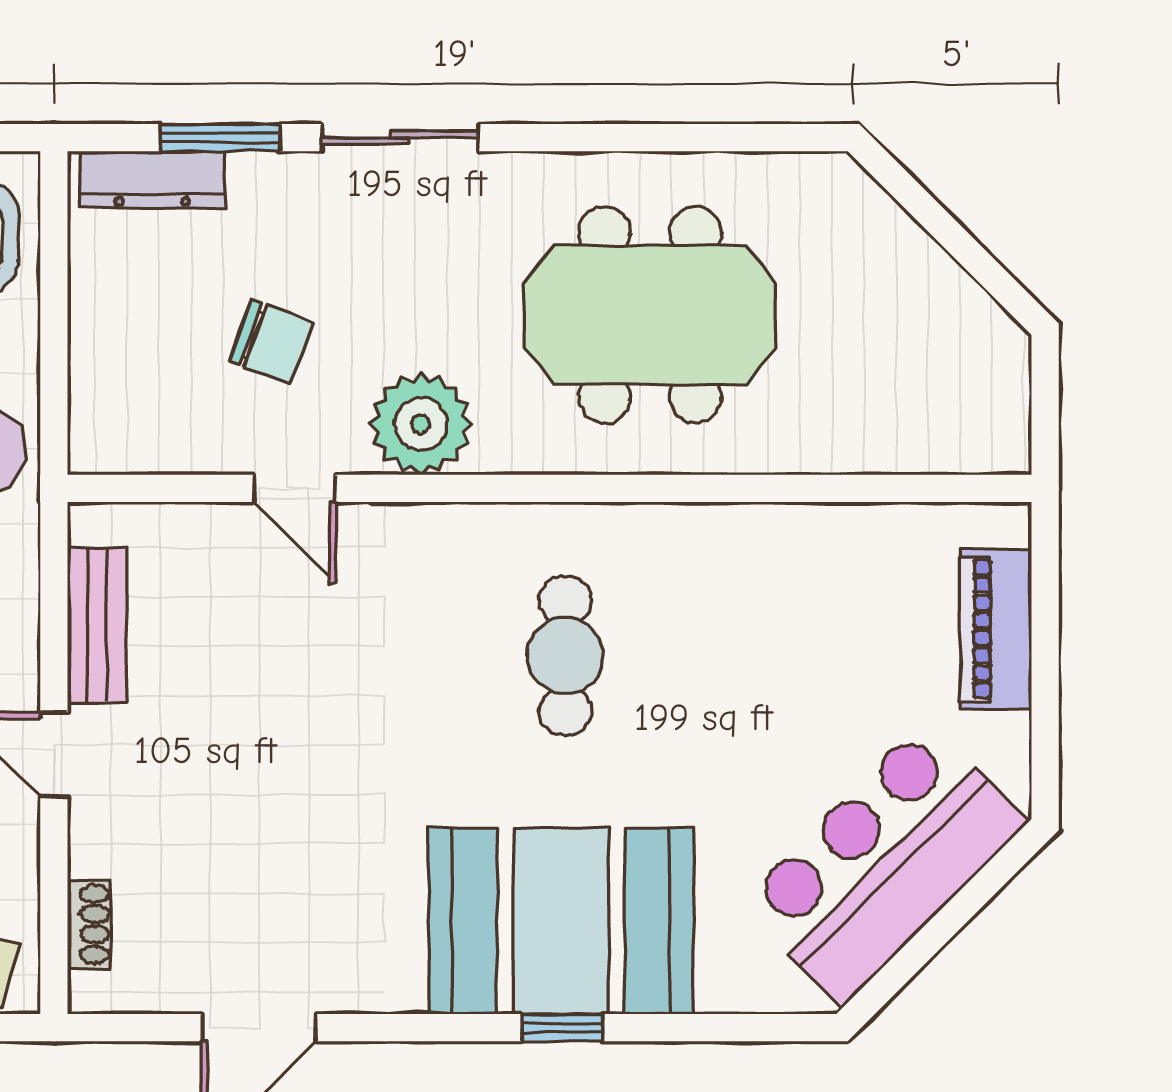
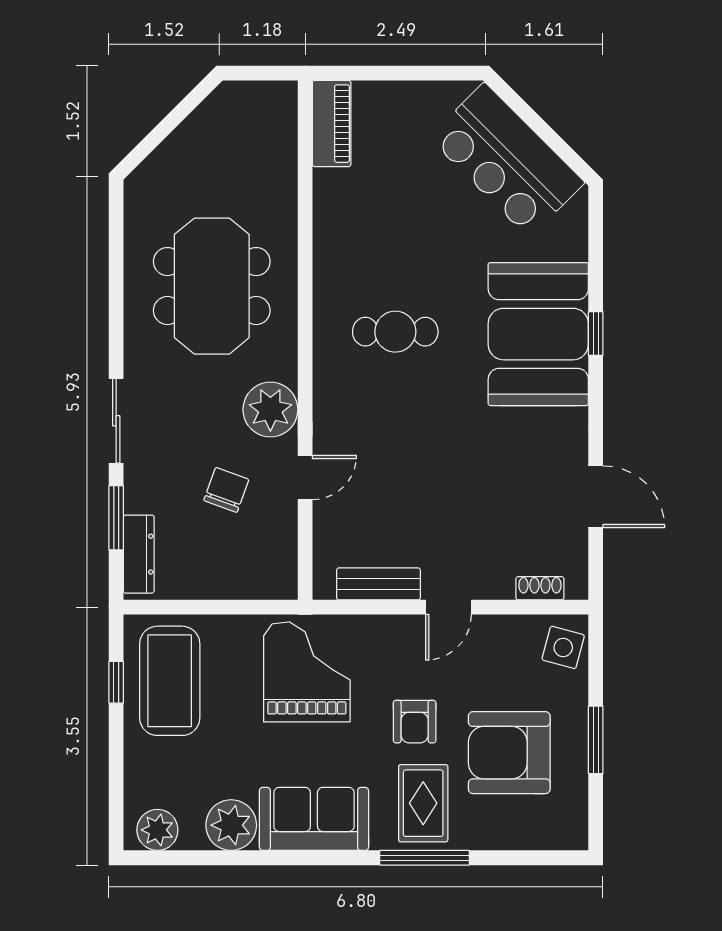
piano: (996, 629) -> (332, 124), moved, turned -90

